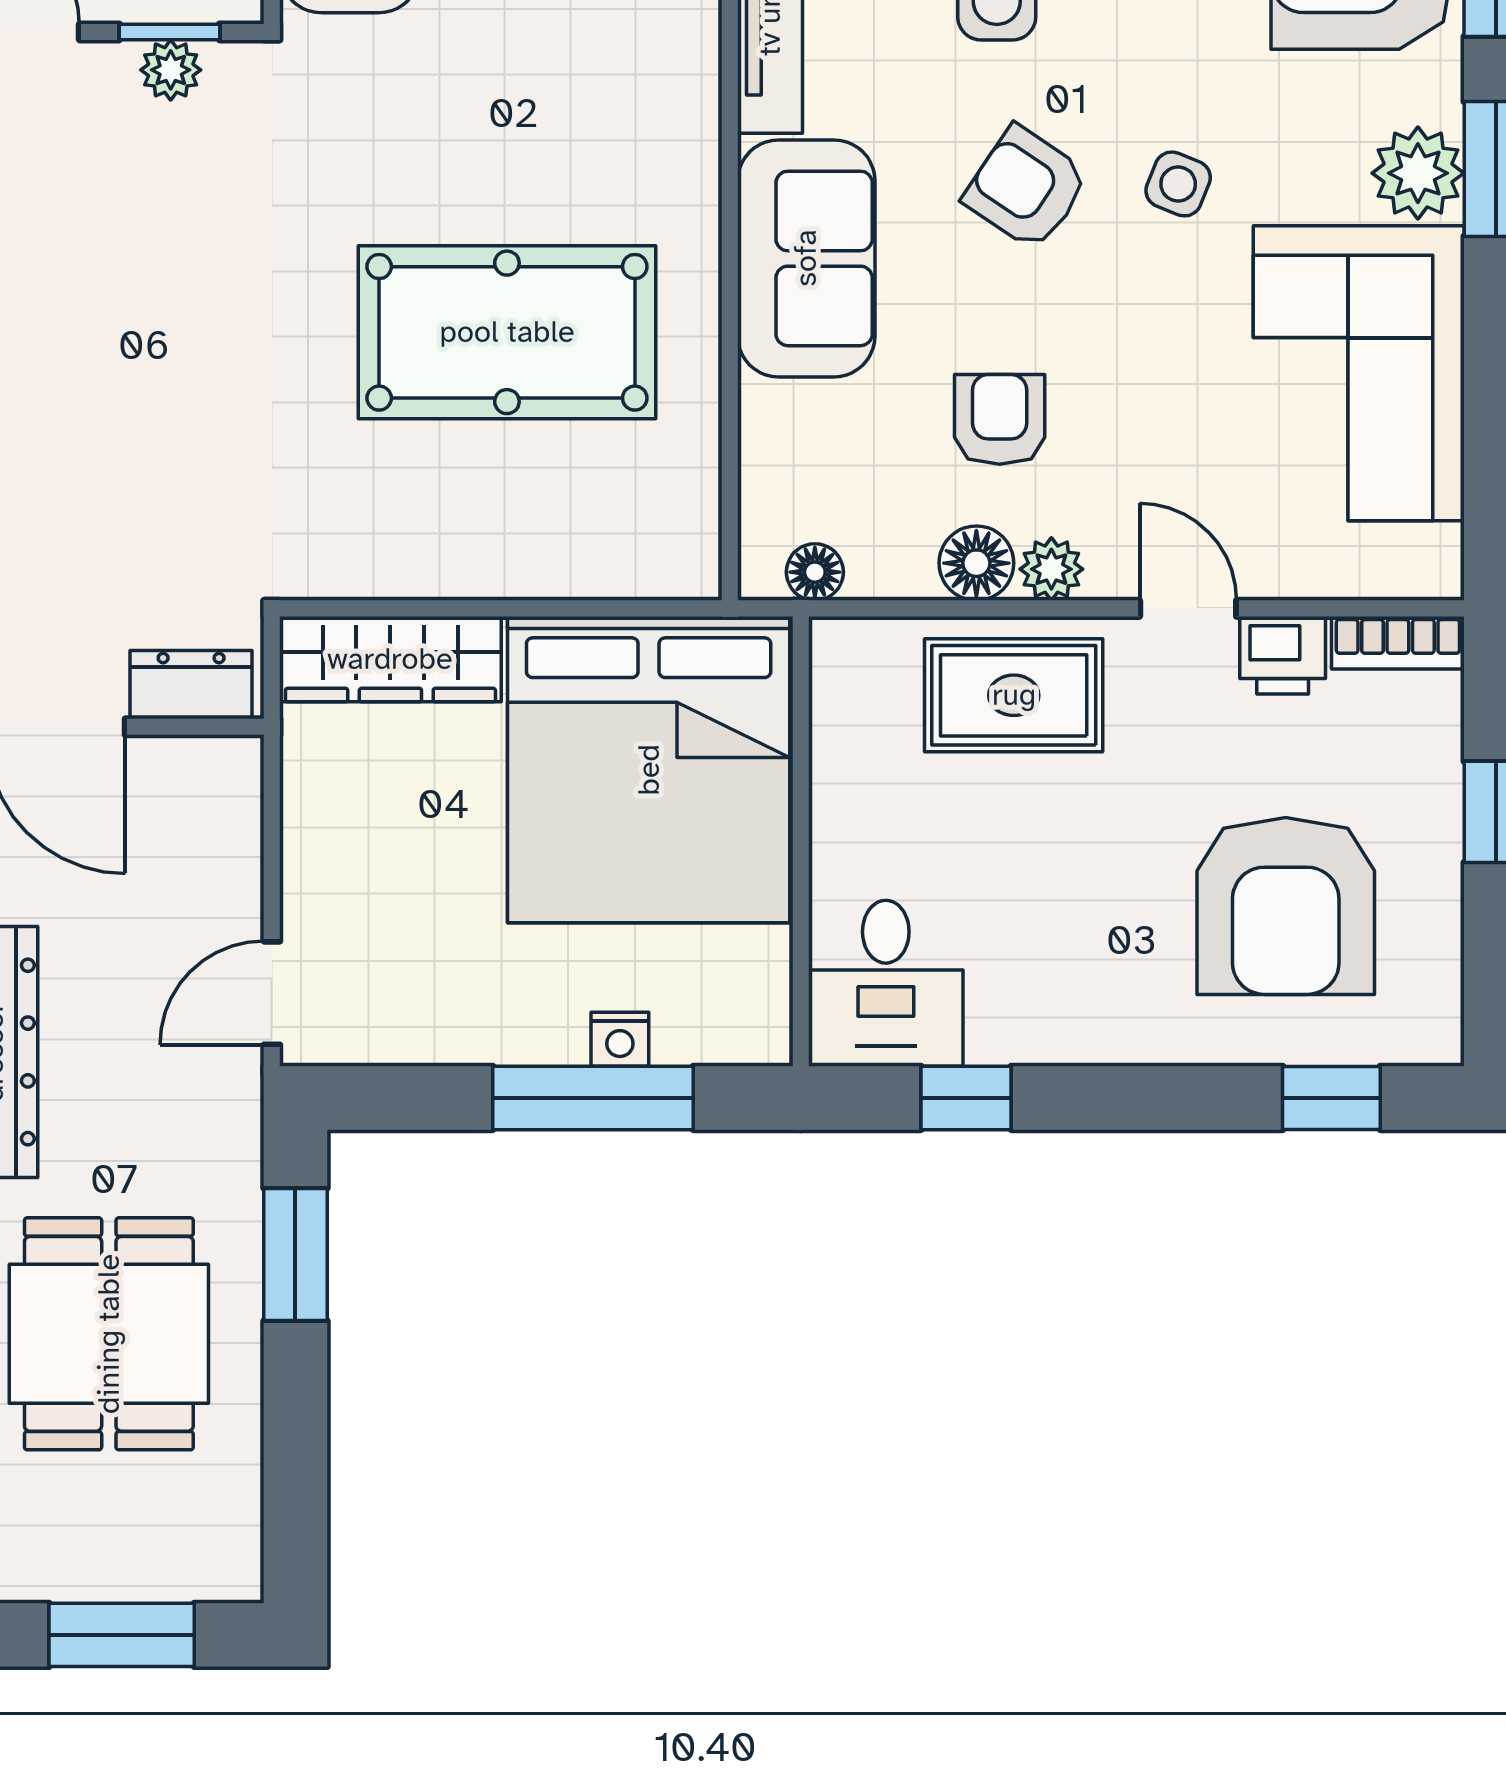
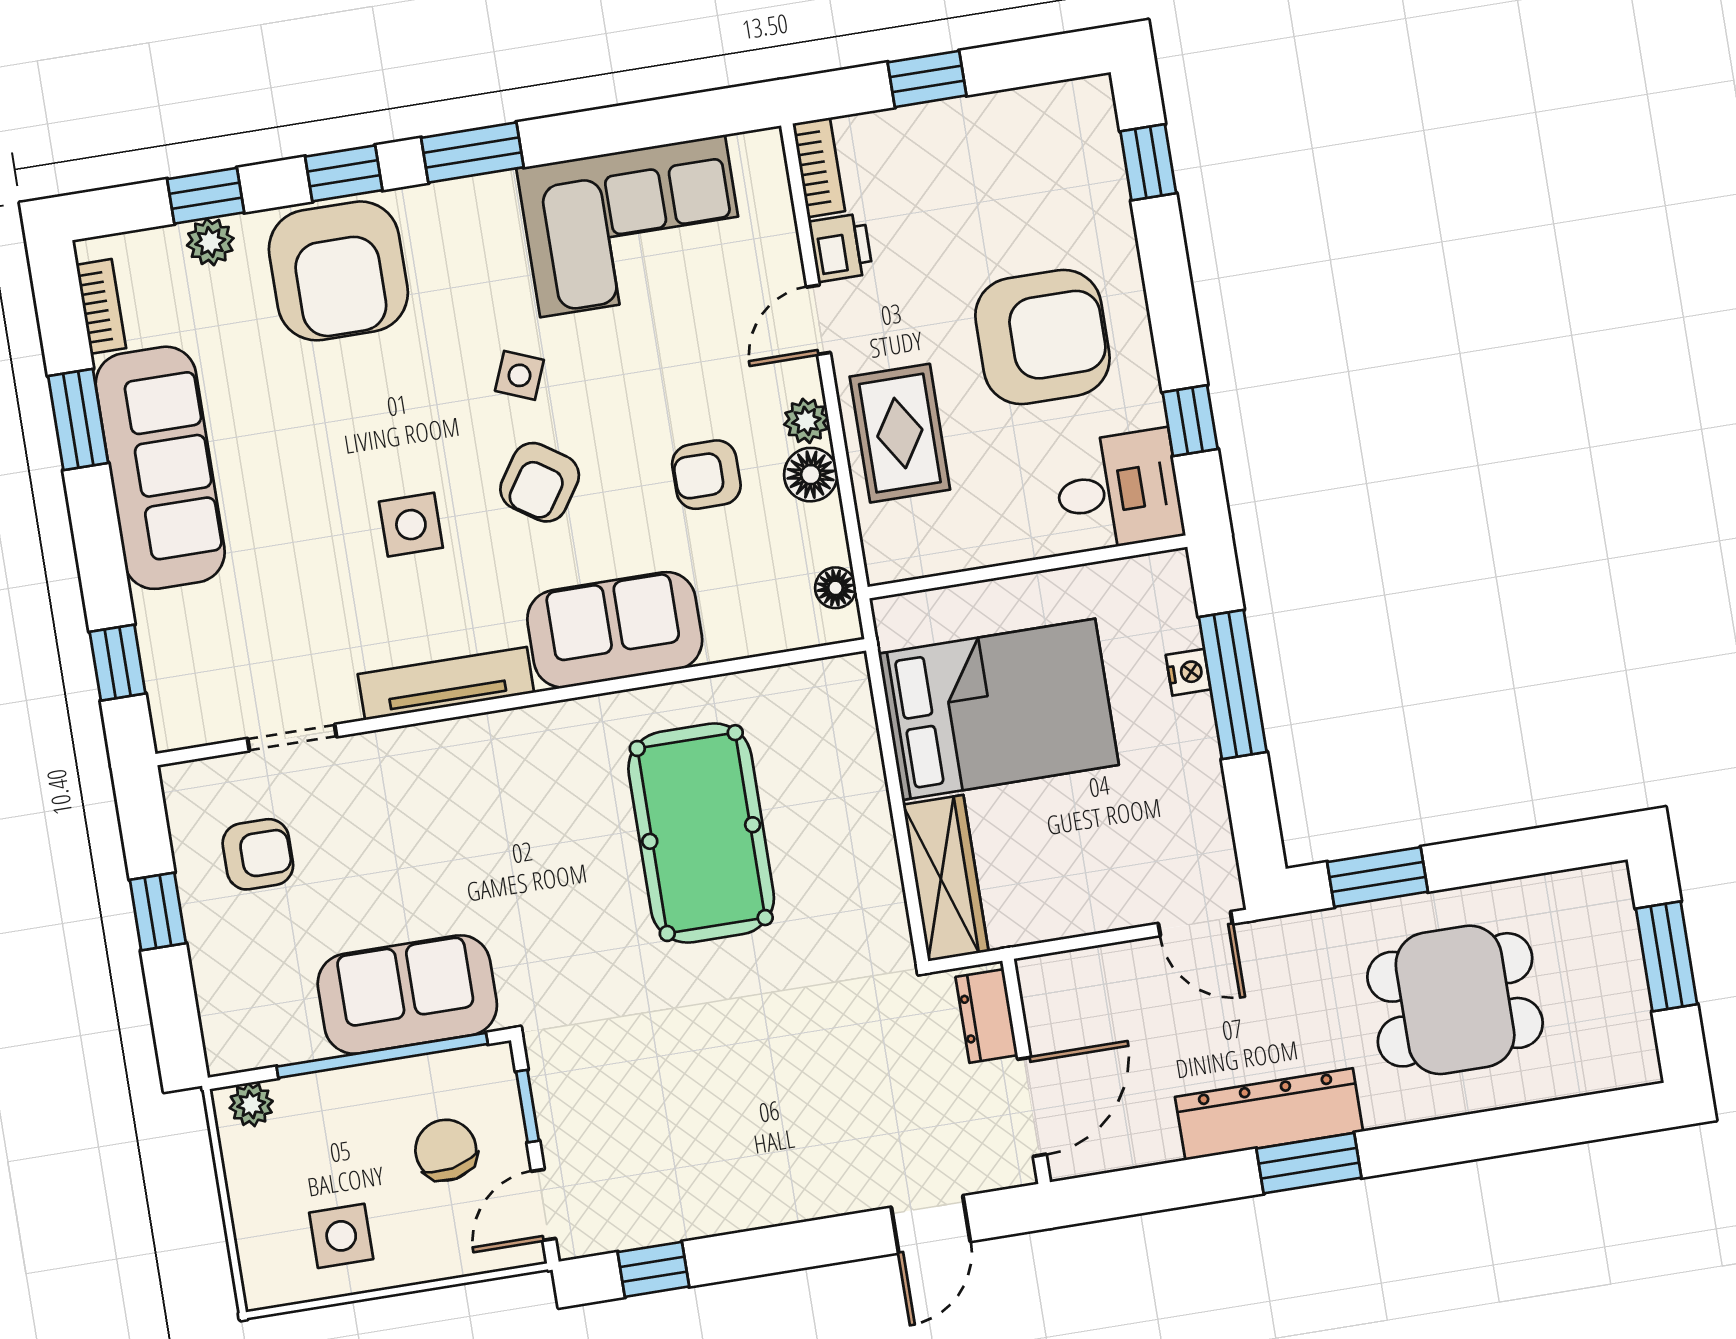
plant: (171, 70) -> (554, 1101), removed
plant: (1418, 173) -> (484, 207), removed
bed: (649, 770) -> (999, 709), width x0.73
armchair: (1286, 906) -> (1042, 337), moved

